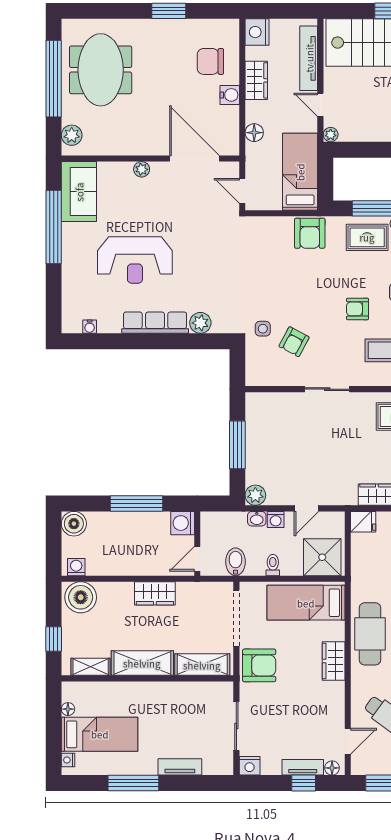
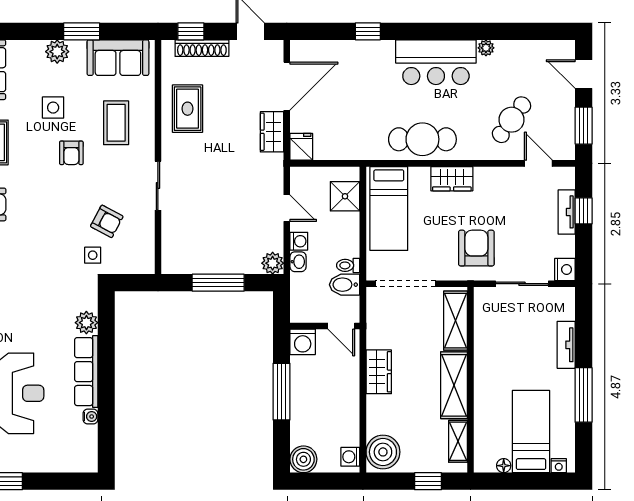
water cooler: (90, 327) -> (90, 417), moved
shower: (322, 557) -> (345, 196), width x0.73, depth x0.73
toilet: (273, 565) -> (348, 265), moved
armchair: (259, 665) -> (476, 248), moved
floor lamp: (332, 768) -> (567, 180), removed

